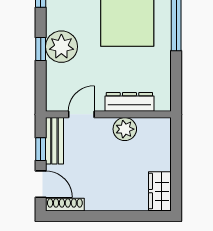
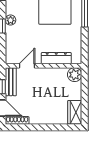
plant: (61, 47) -> (11, 20), width x0.53, depth x0.53
plant: (125, 129) -> (75, 75), moved

